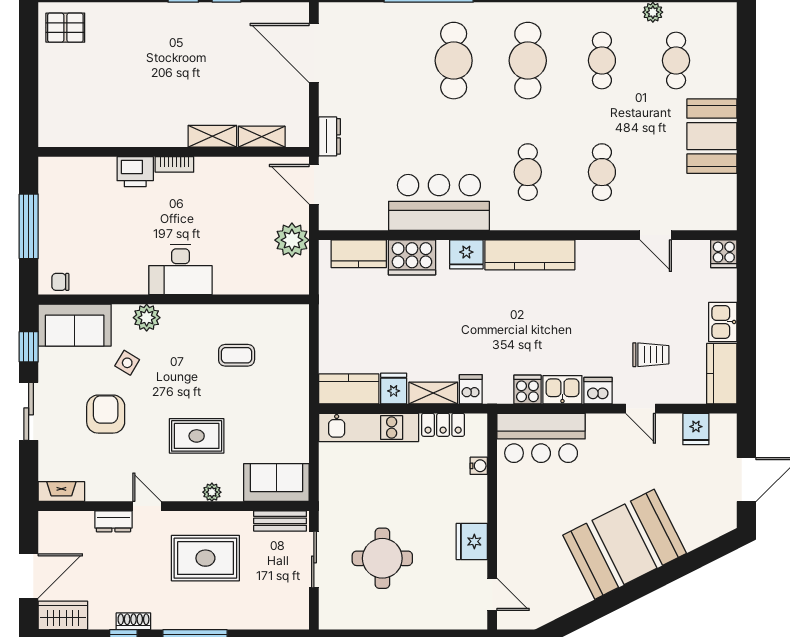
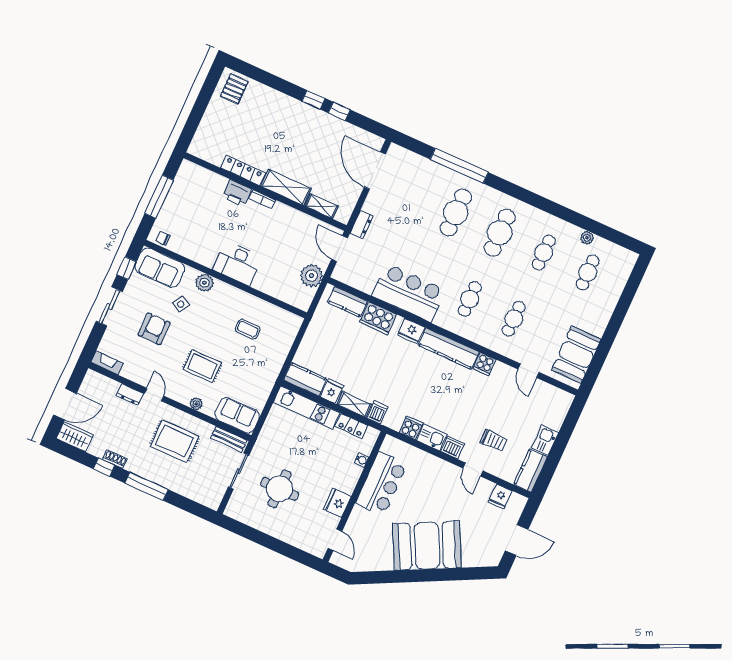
pallet: (65, 28) -> (234, 89), turned 90
locker: (129, 136) -> (243, 170), added
shelving: (212, 136) -> (286, 187), width x1.50, depth x1.33
booth: (712, 136) -> (576, 355), moved
cooker: (724, 254) -> (485, 364), moved
bar counter: (541, 438) -> (381, 483), moved, turned -90

